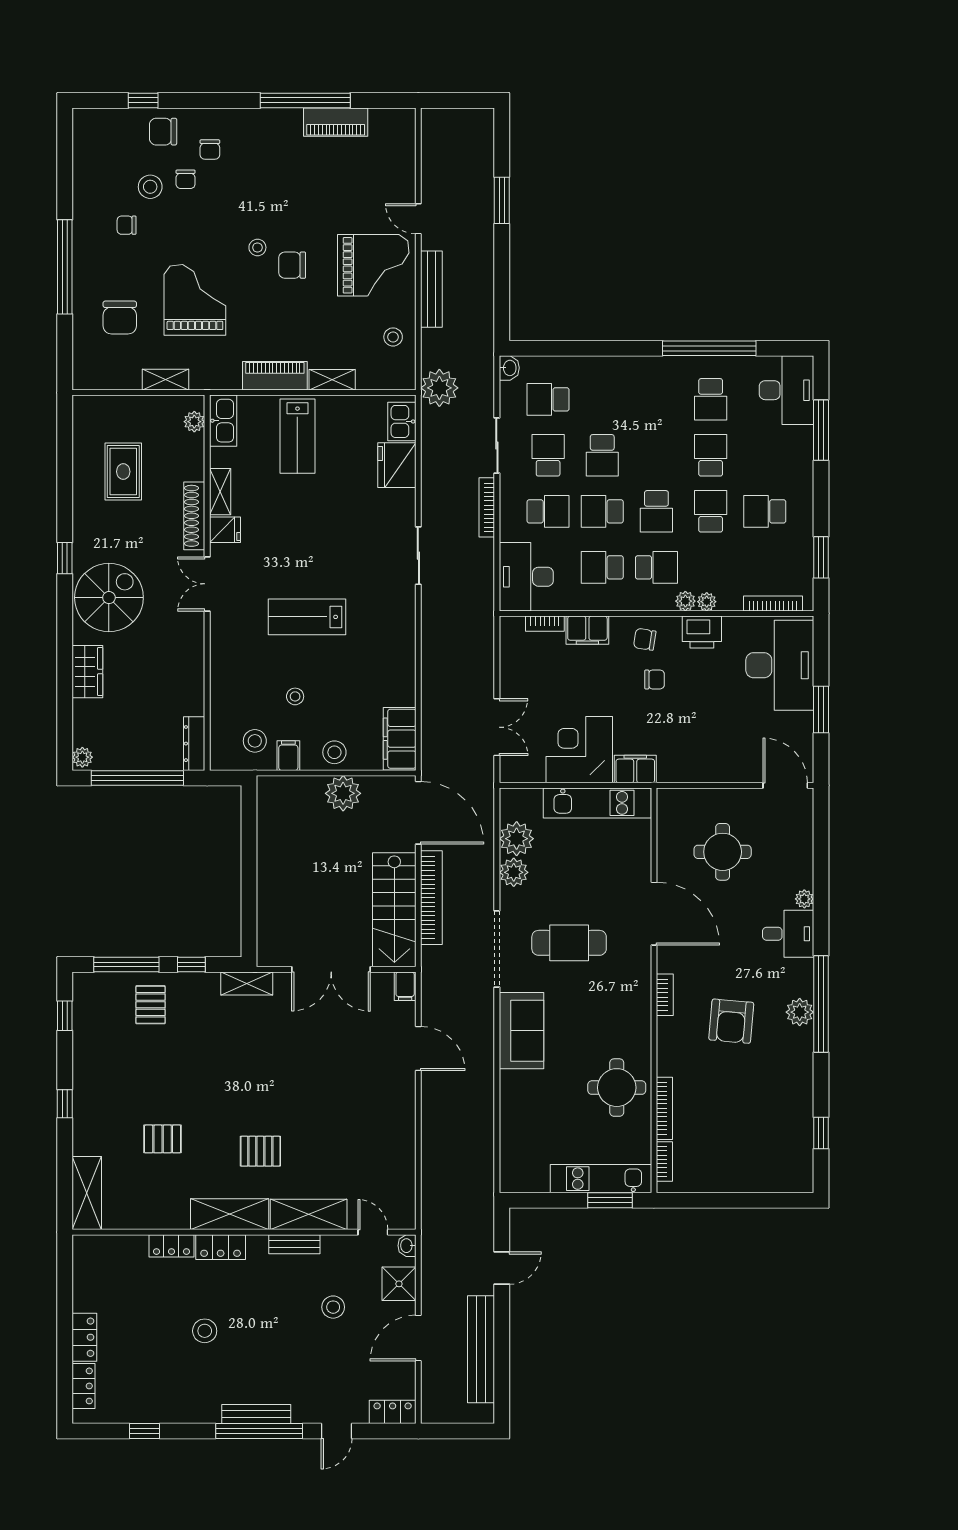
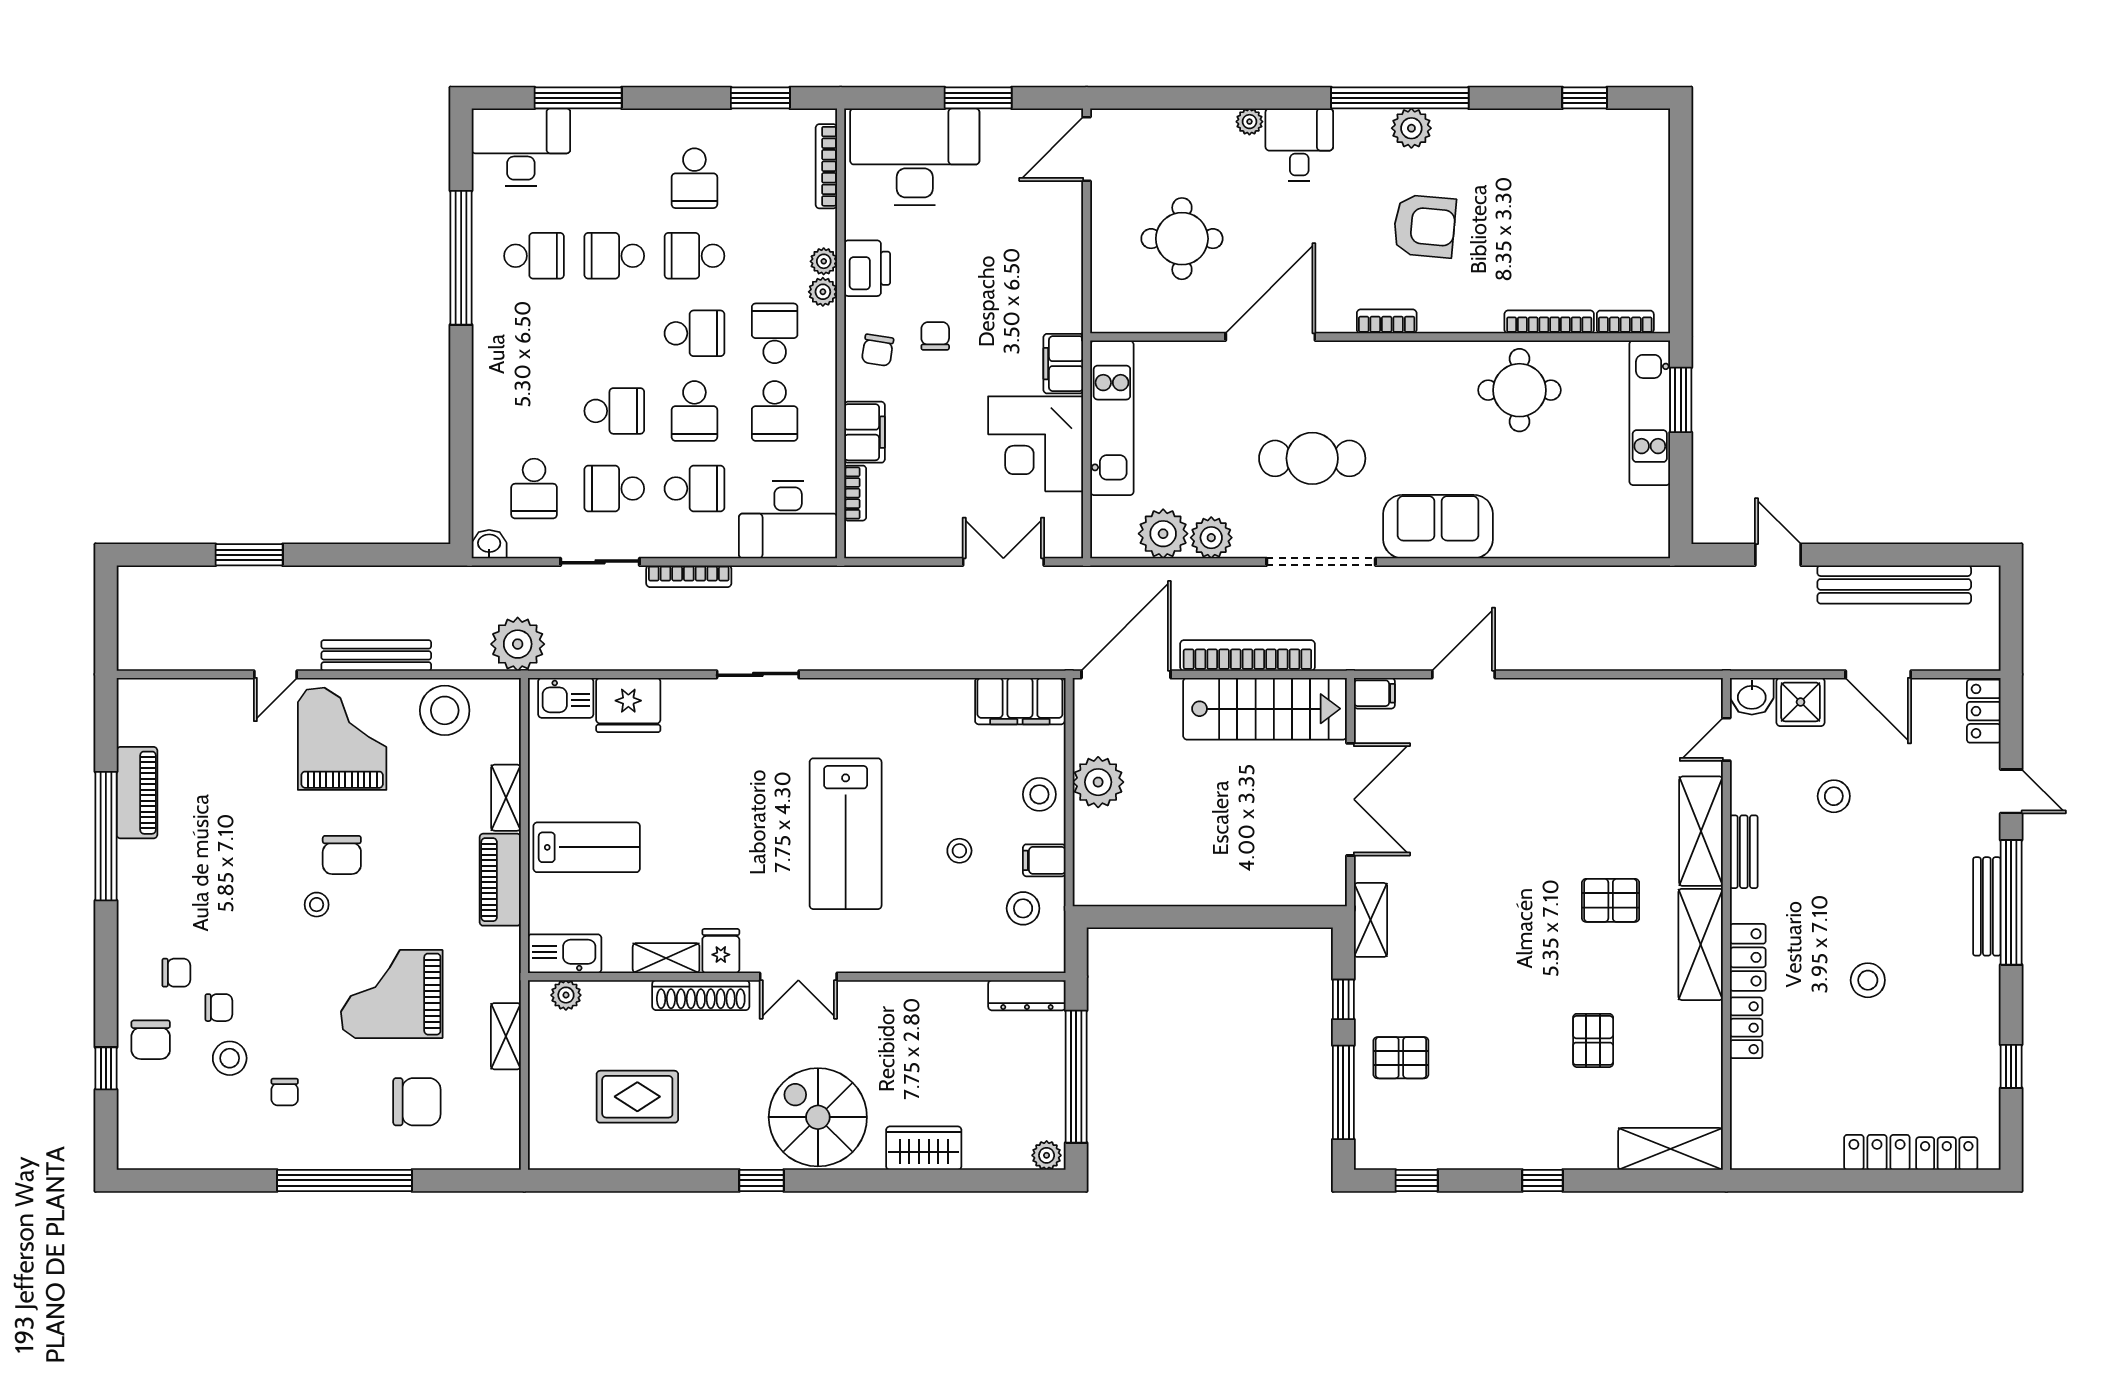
stool: (393, 337) -> (445, 710), width x1.89, depth x1.89
school desk: (548, 511) -> (694, 489), turned 90
lab bench: (307, 617) -> (846, 834), width x1.36, depth x1.39
cafe table: (569, 943) -> (1312, 458), turned 90
pallet: (260, 1151) -> (1611, 900), turned 90
washbasin: (407, 1246) -> (1752, 696), width x1.38, depth x1.45

